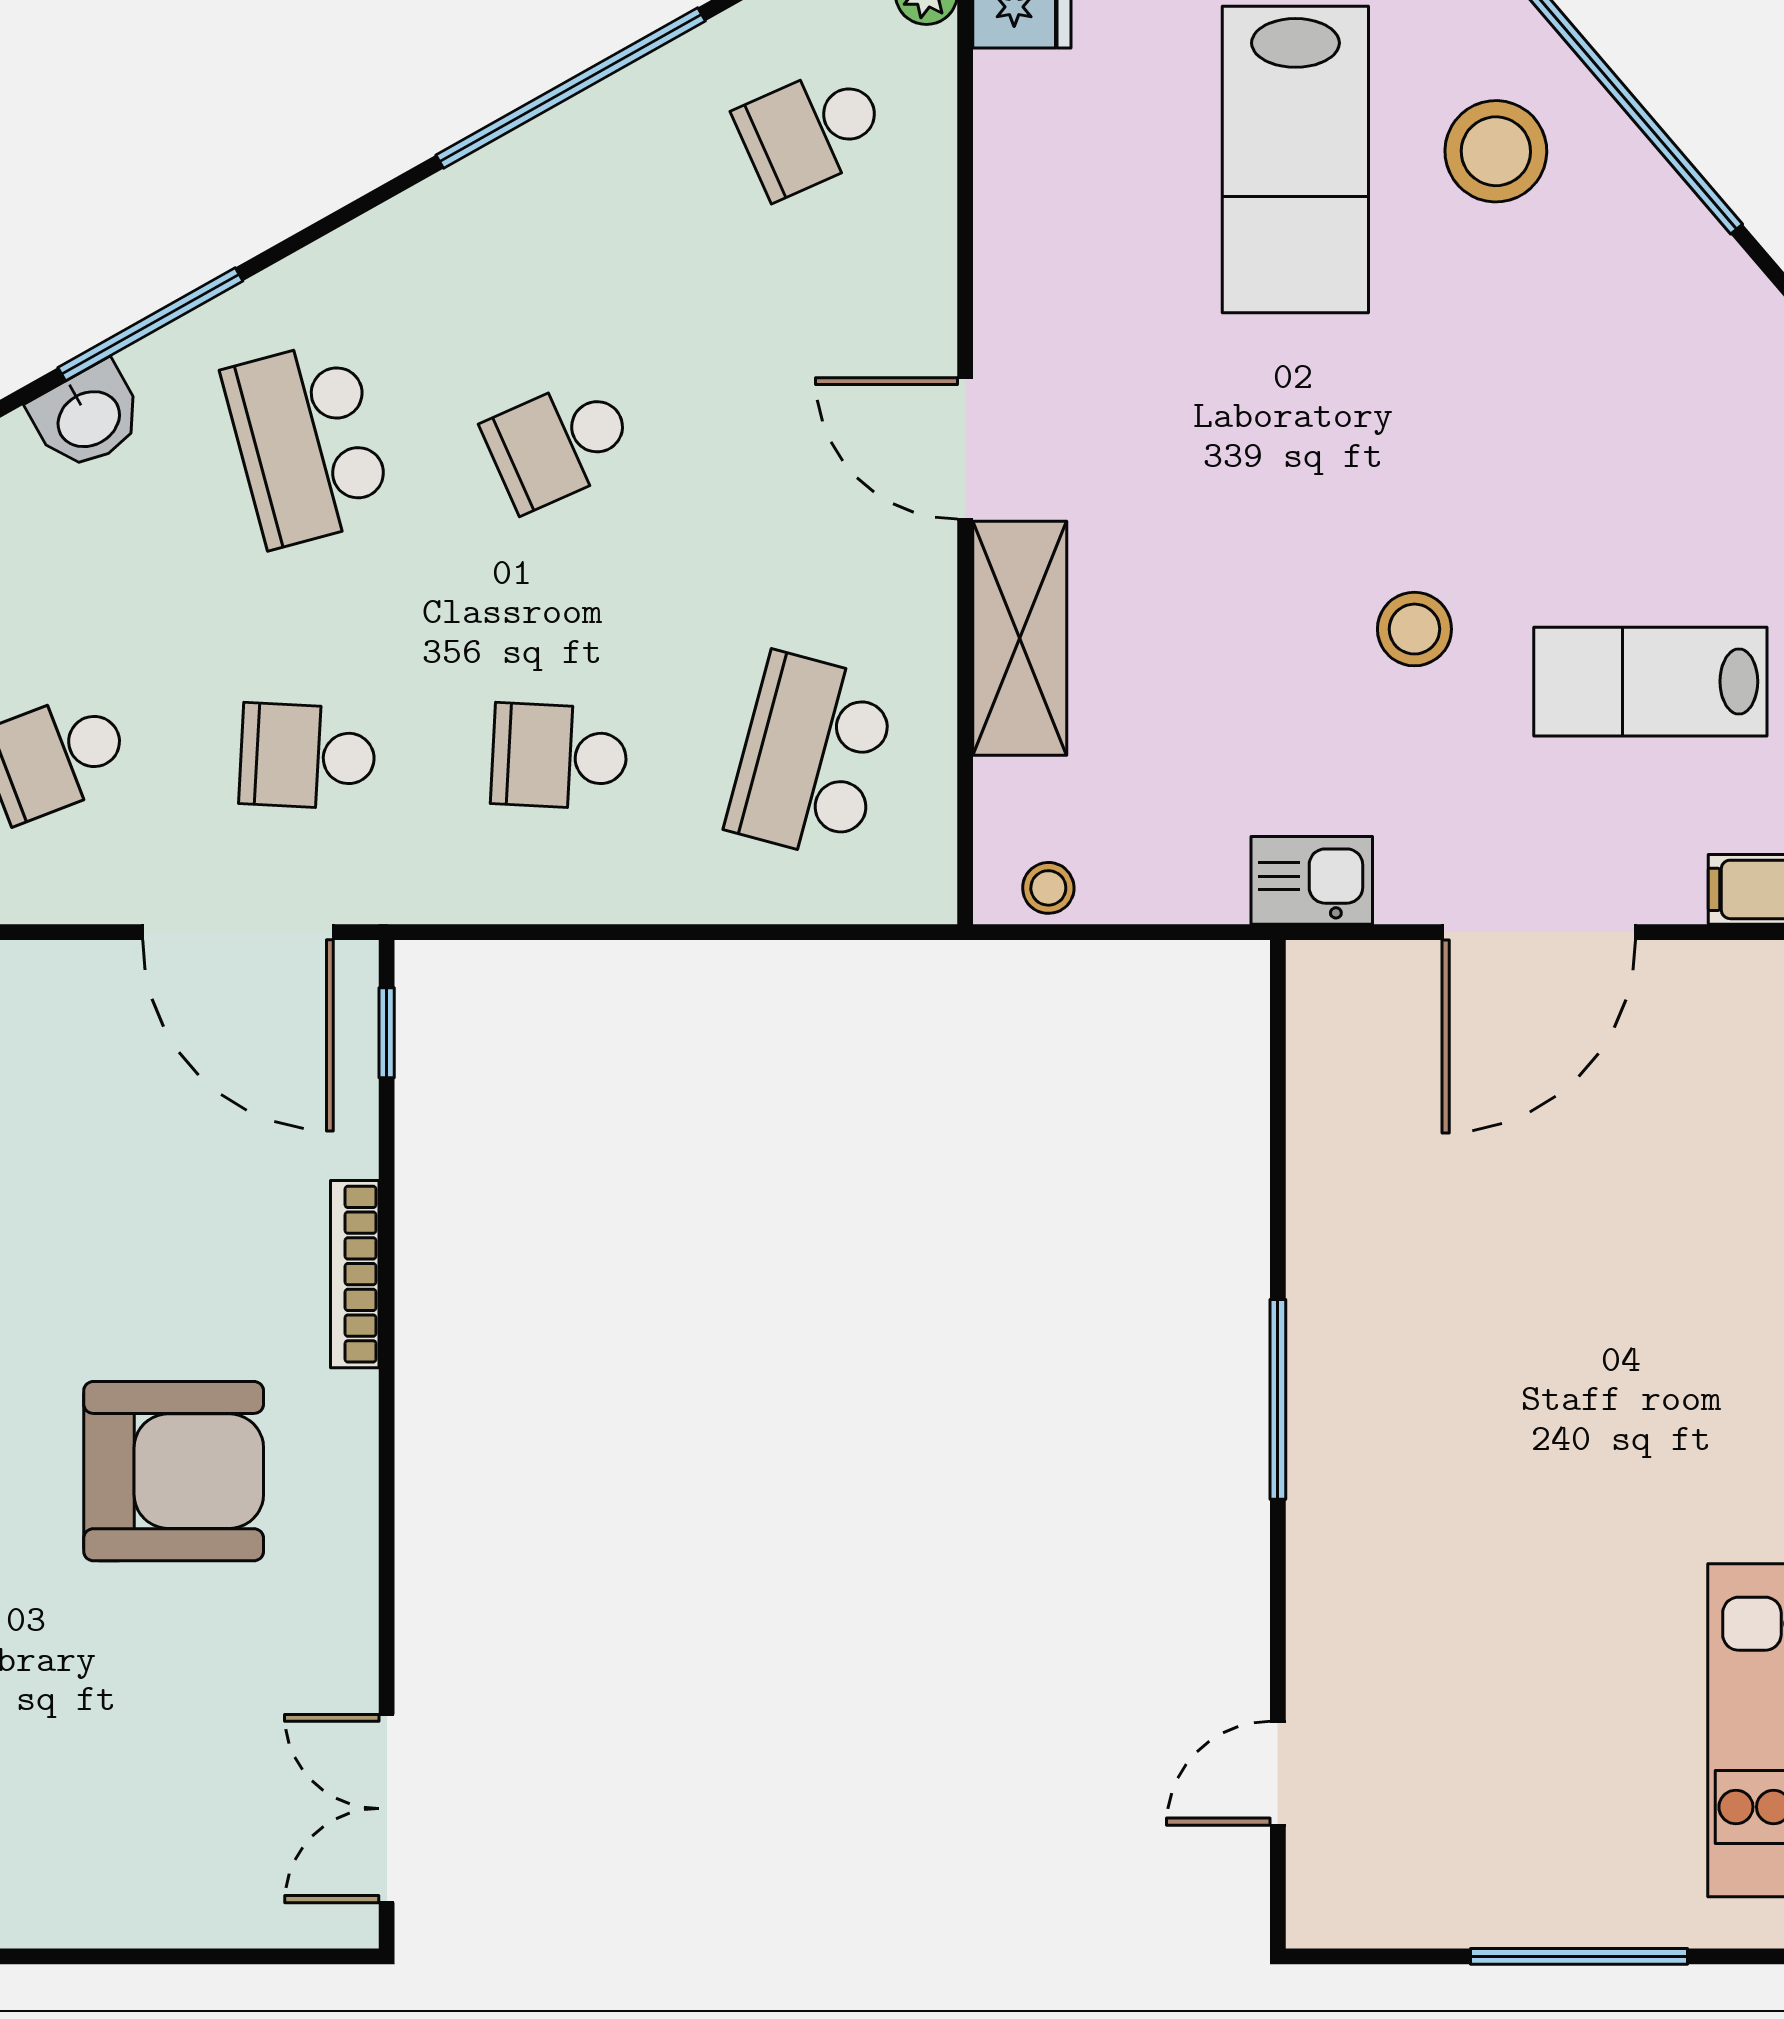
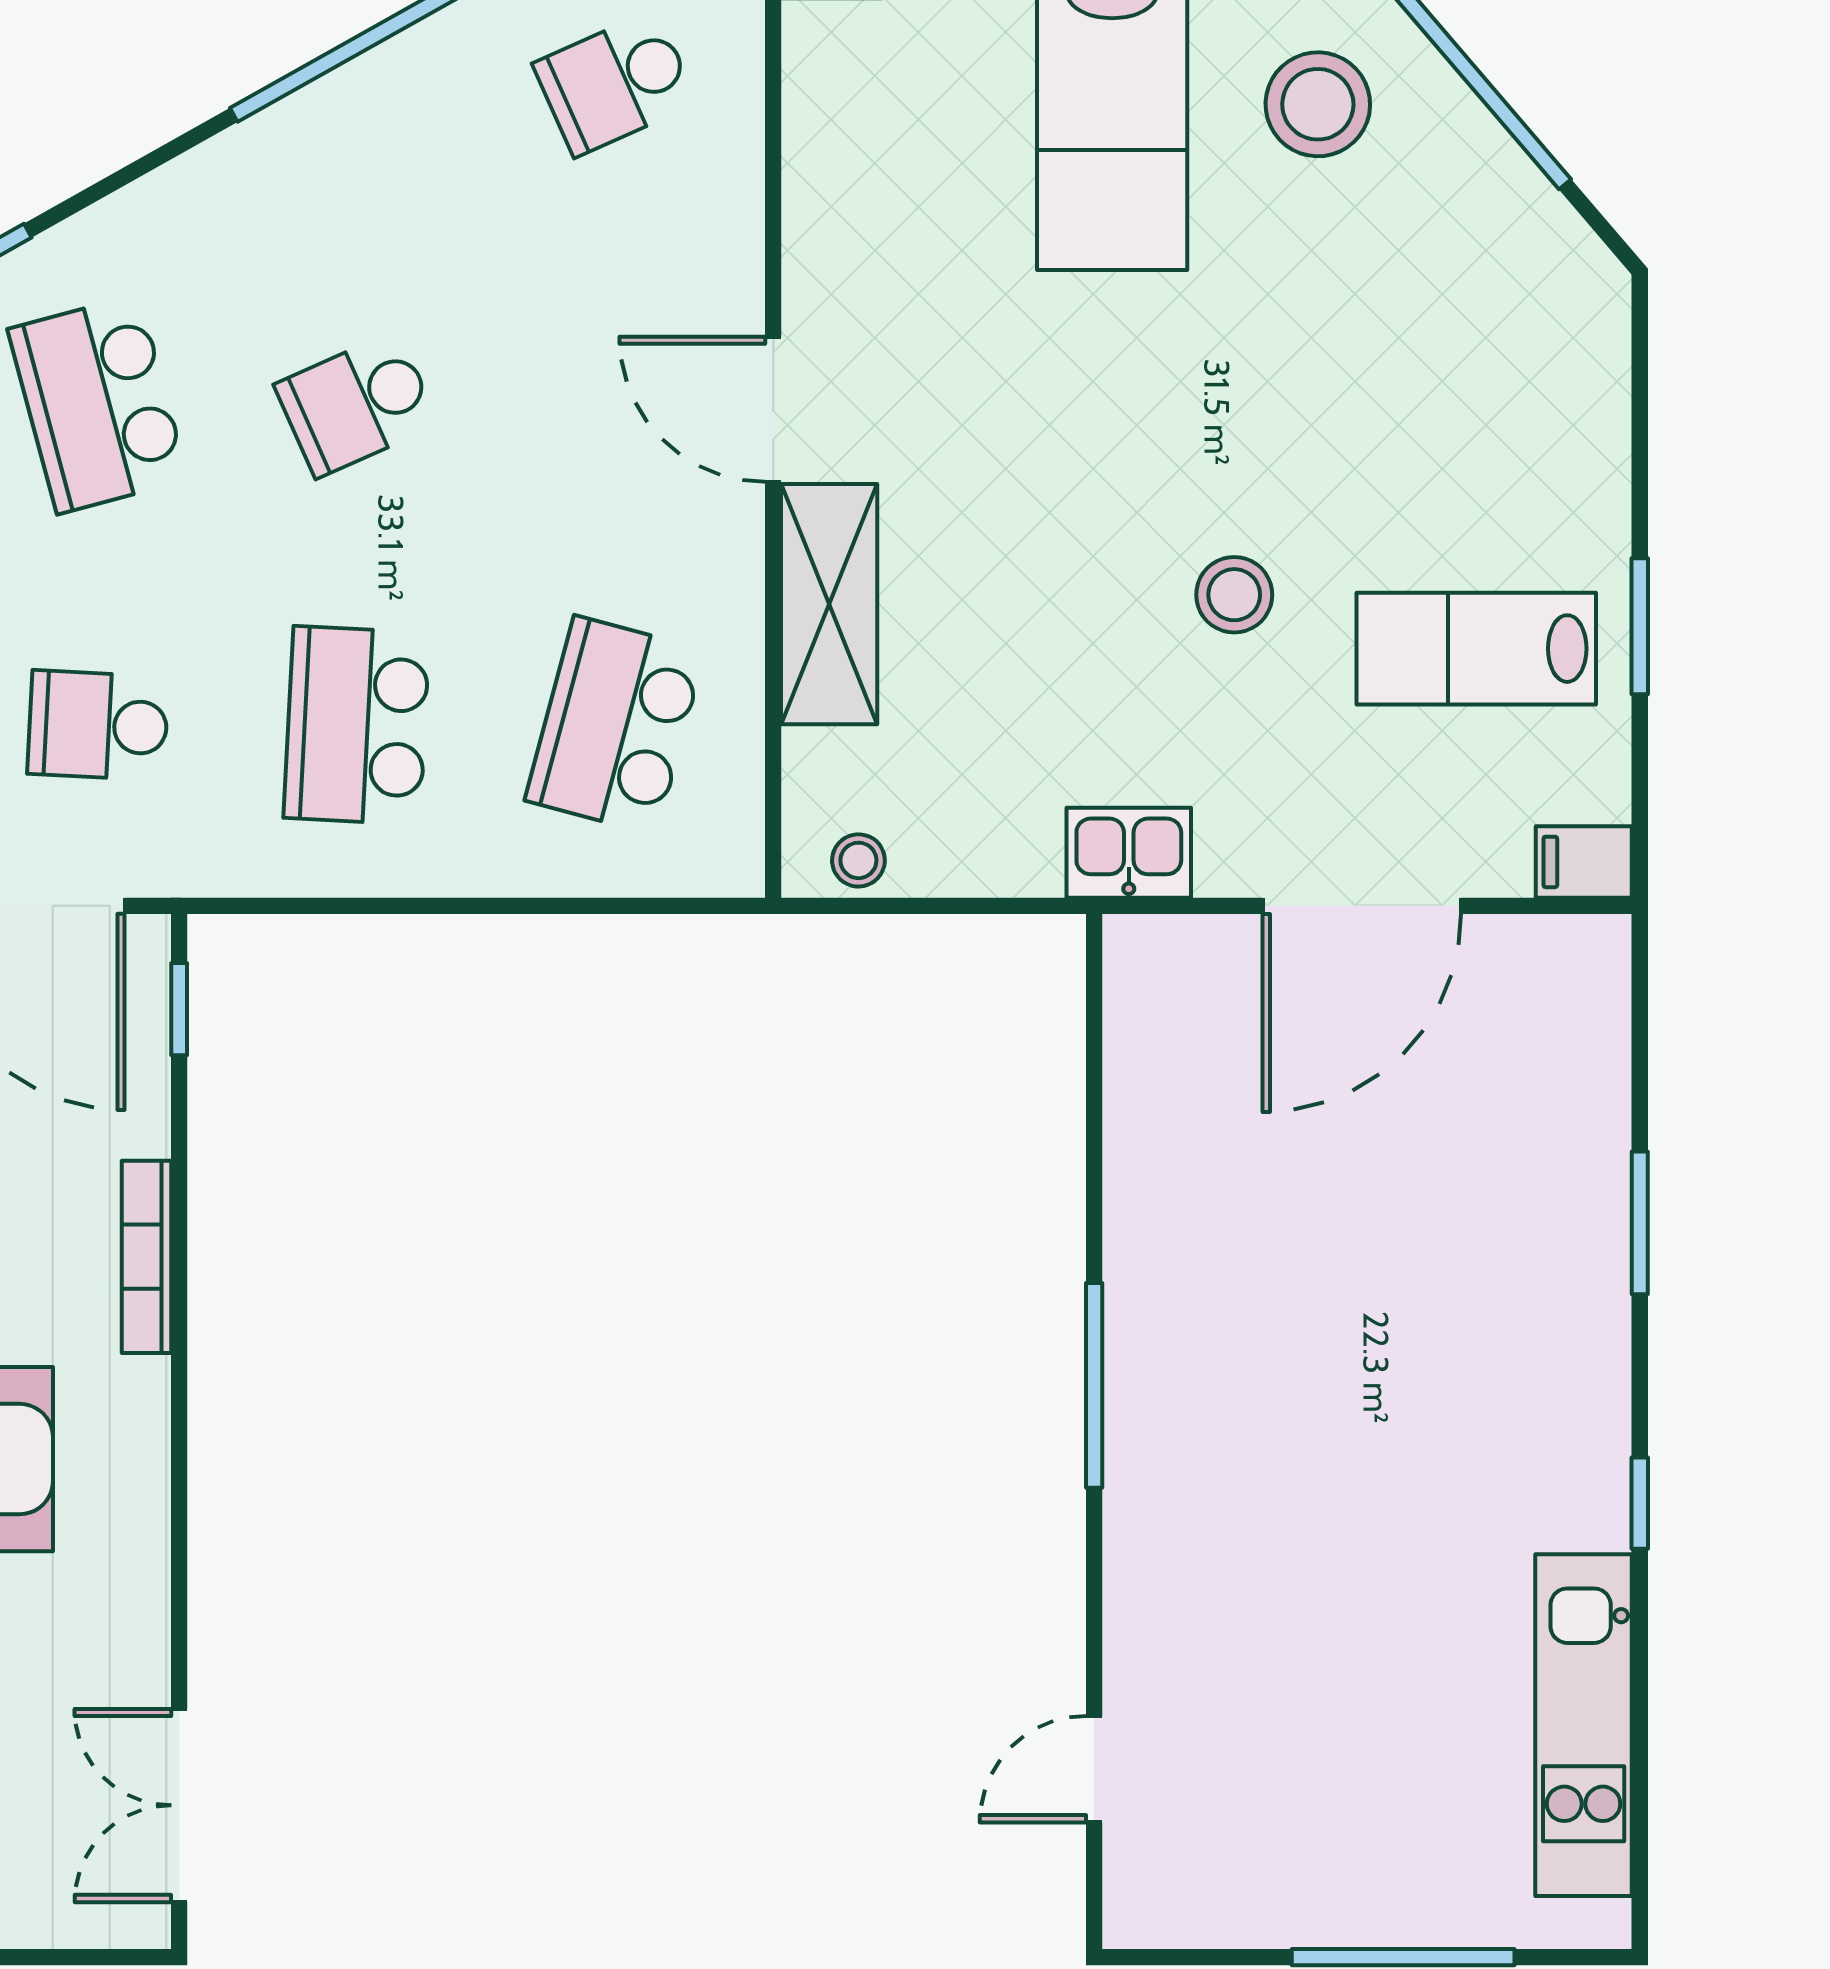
school desk: (559, 756) -> (357, 725), width x1.85

